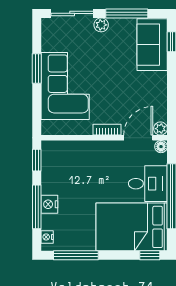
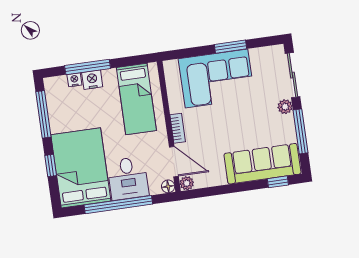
sofa: (152, 45) -> (262, 164), width x1.36
window: (37, 160) -> (136, 60), removed
bed: (74, 165) -> (136, 99), added
nightstand: (47, 237) -> (74, 80), moved
window: (150, 255) -> (51, 165), moved

